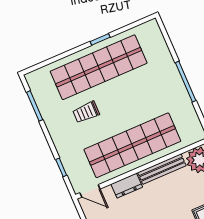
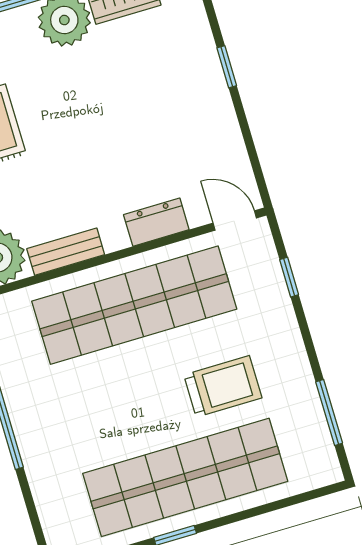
trolley: (86, 112) -> (223, 386), width x1.36, depth x1.39
bench: (162, 169) -> (66, 252), width x0.73

